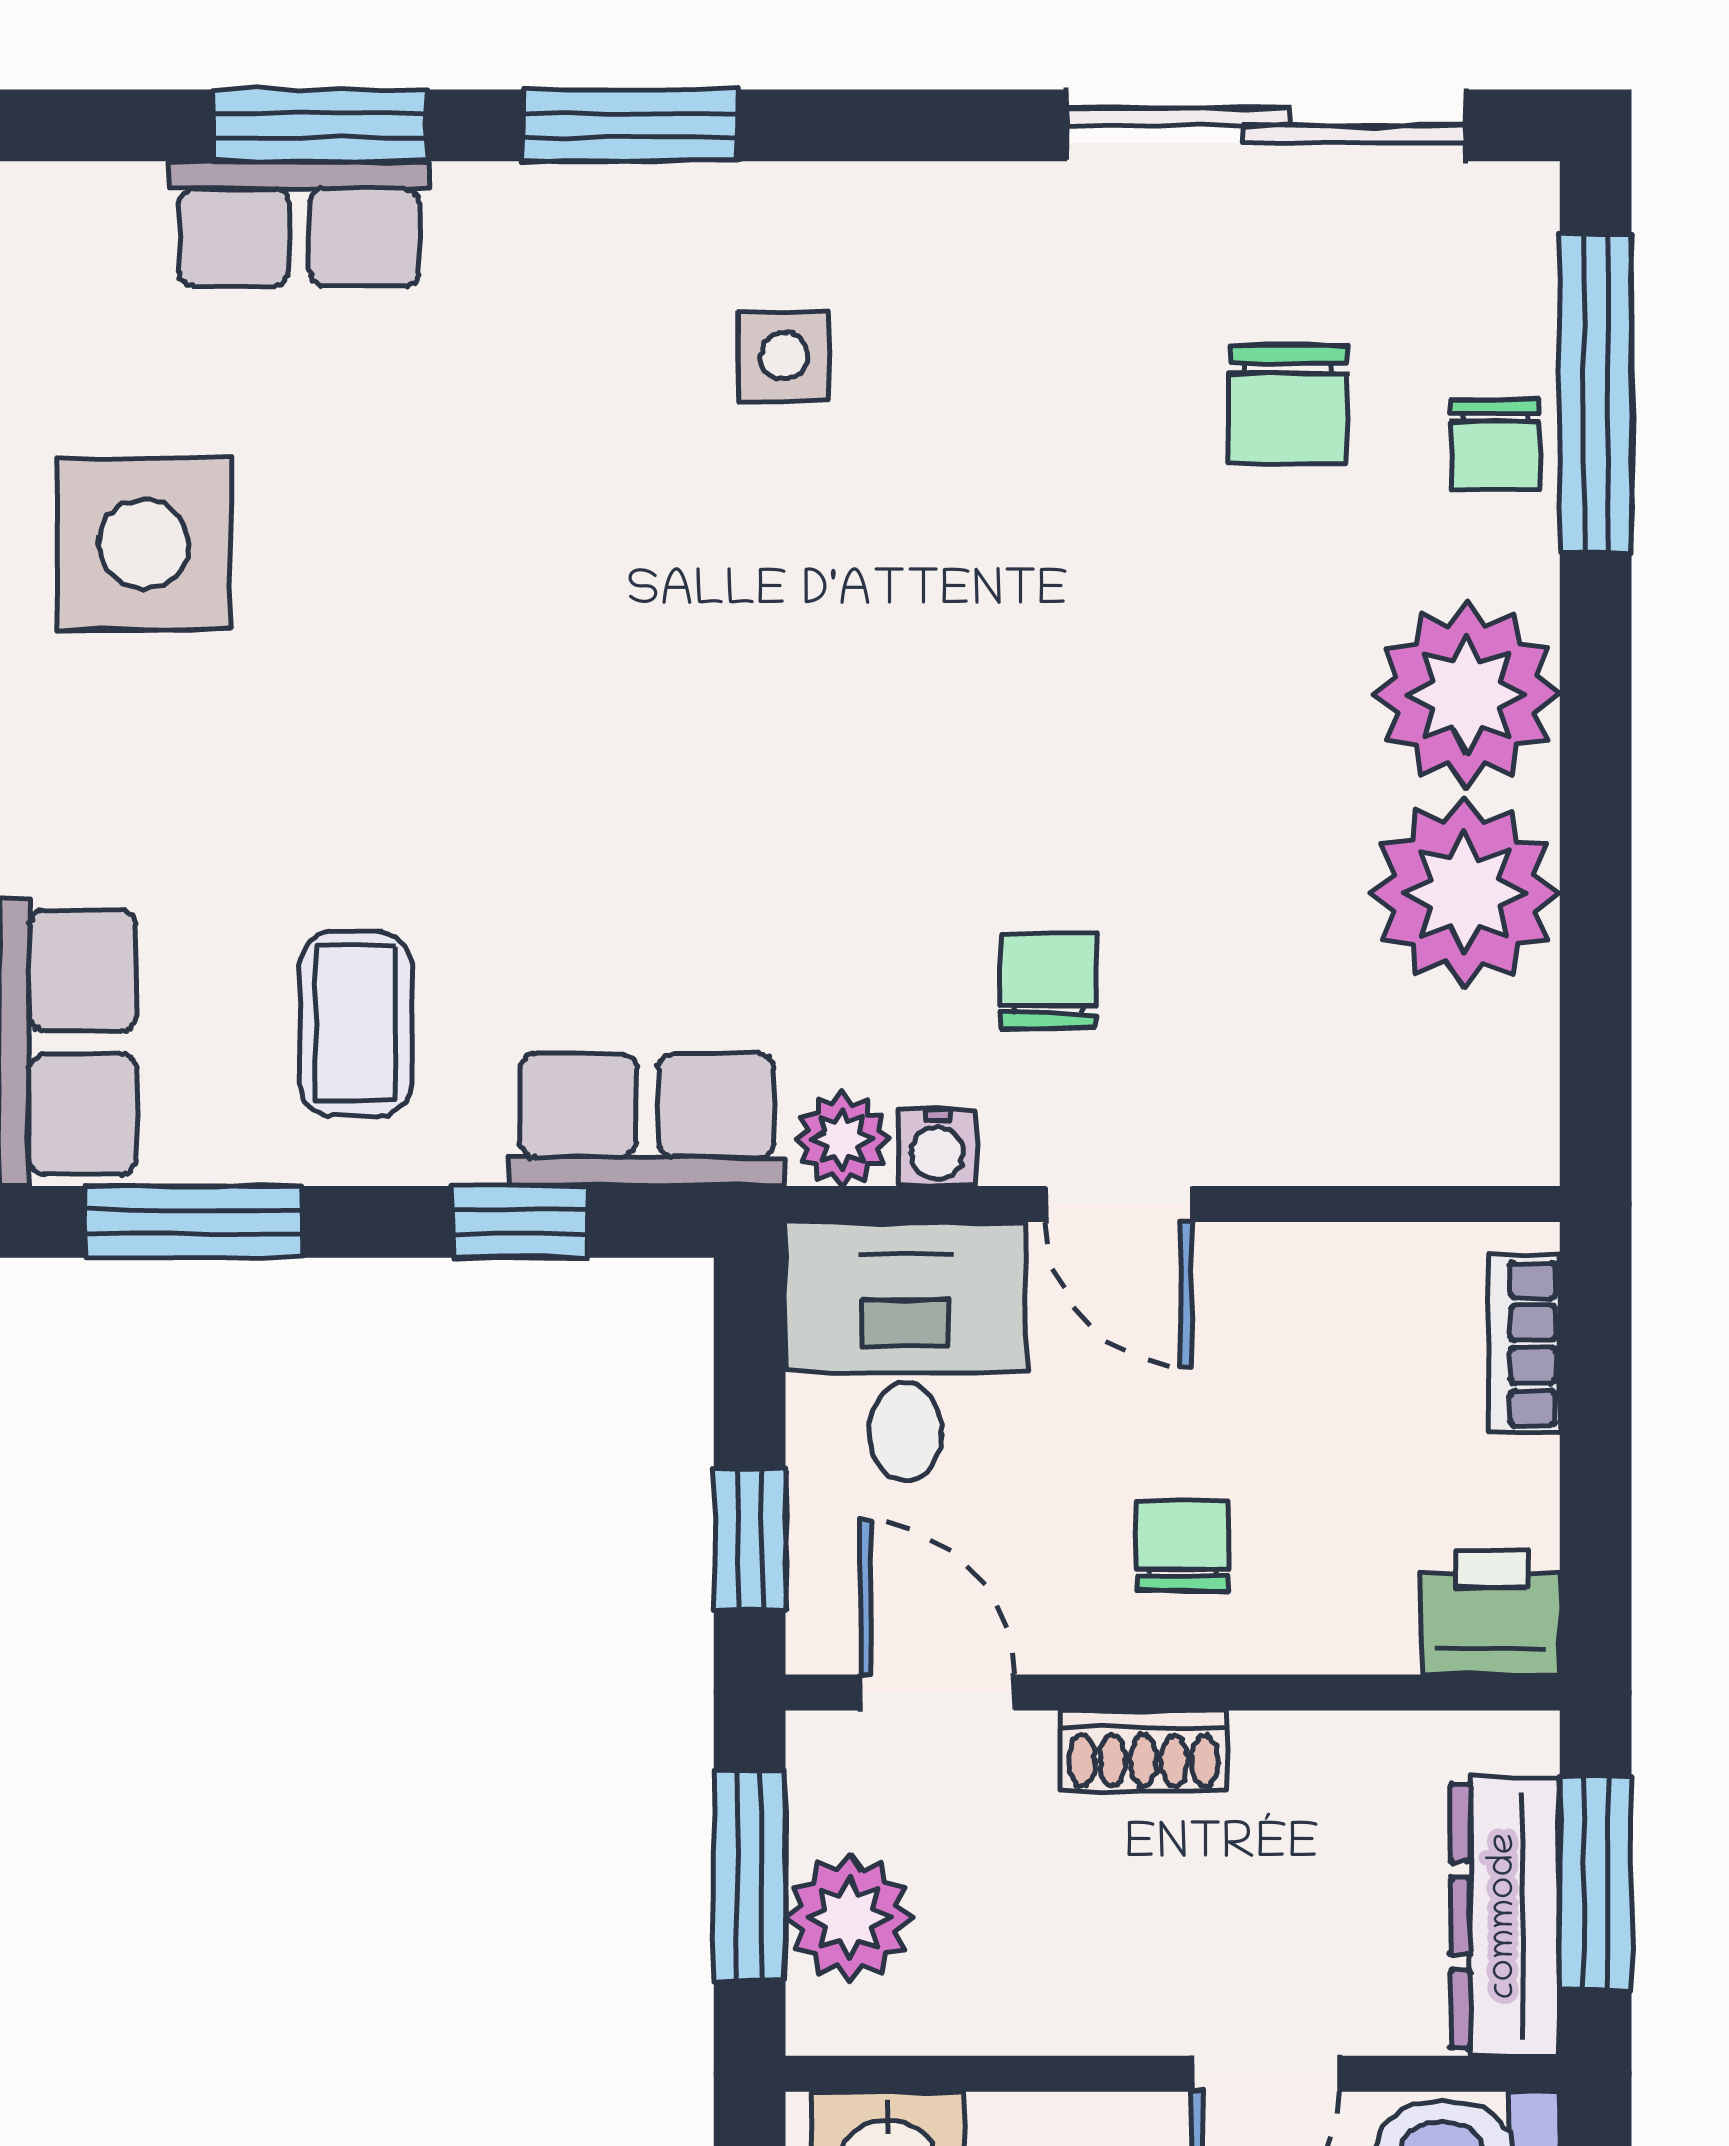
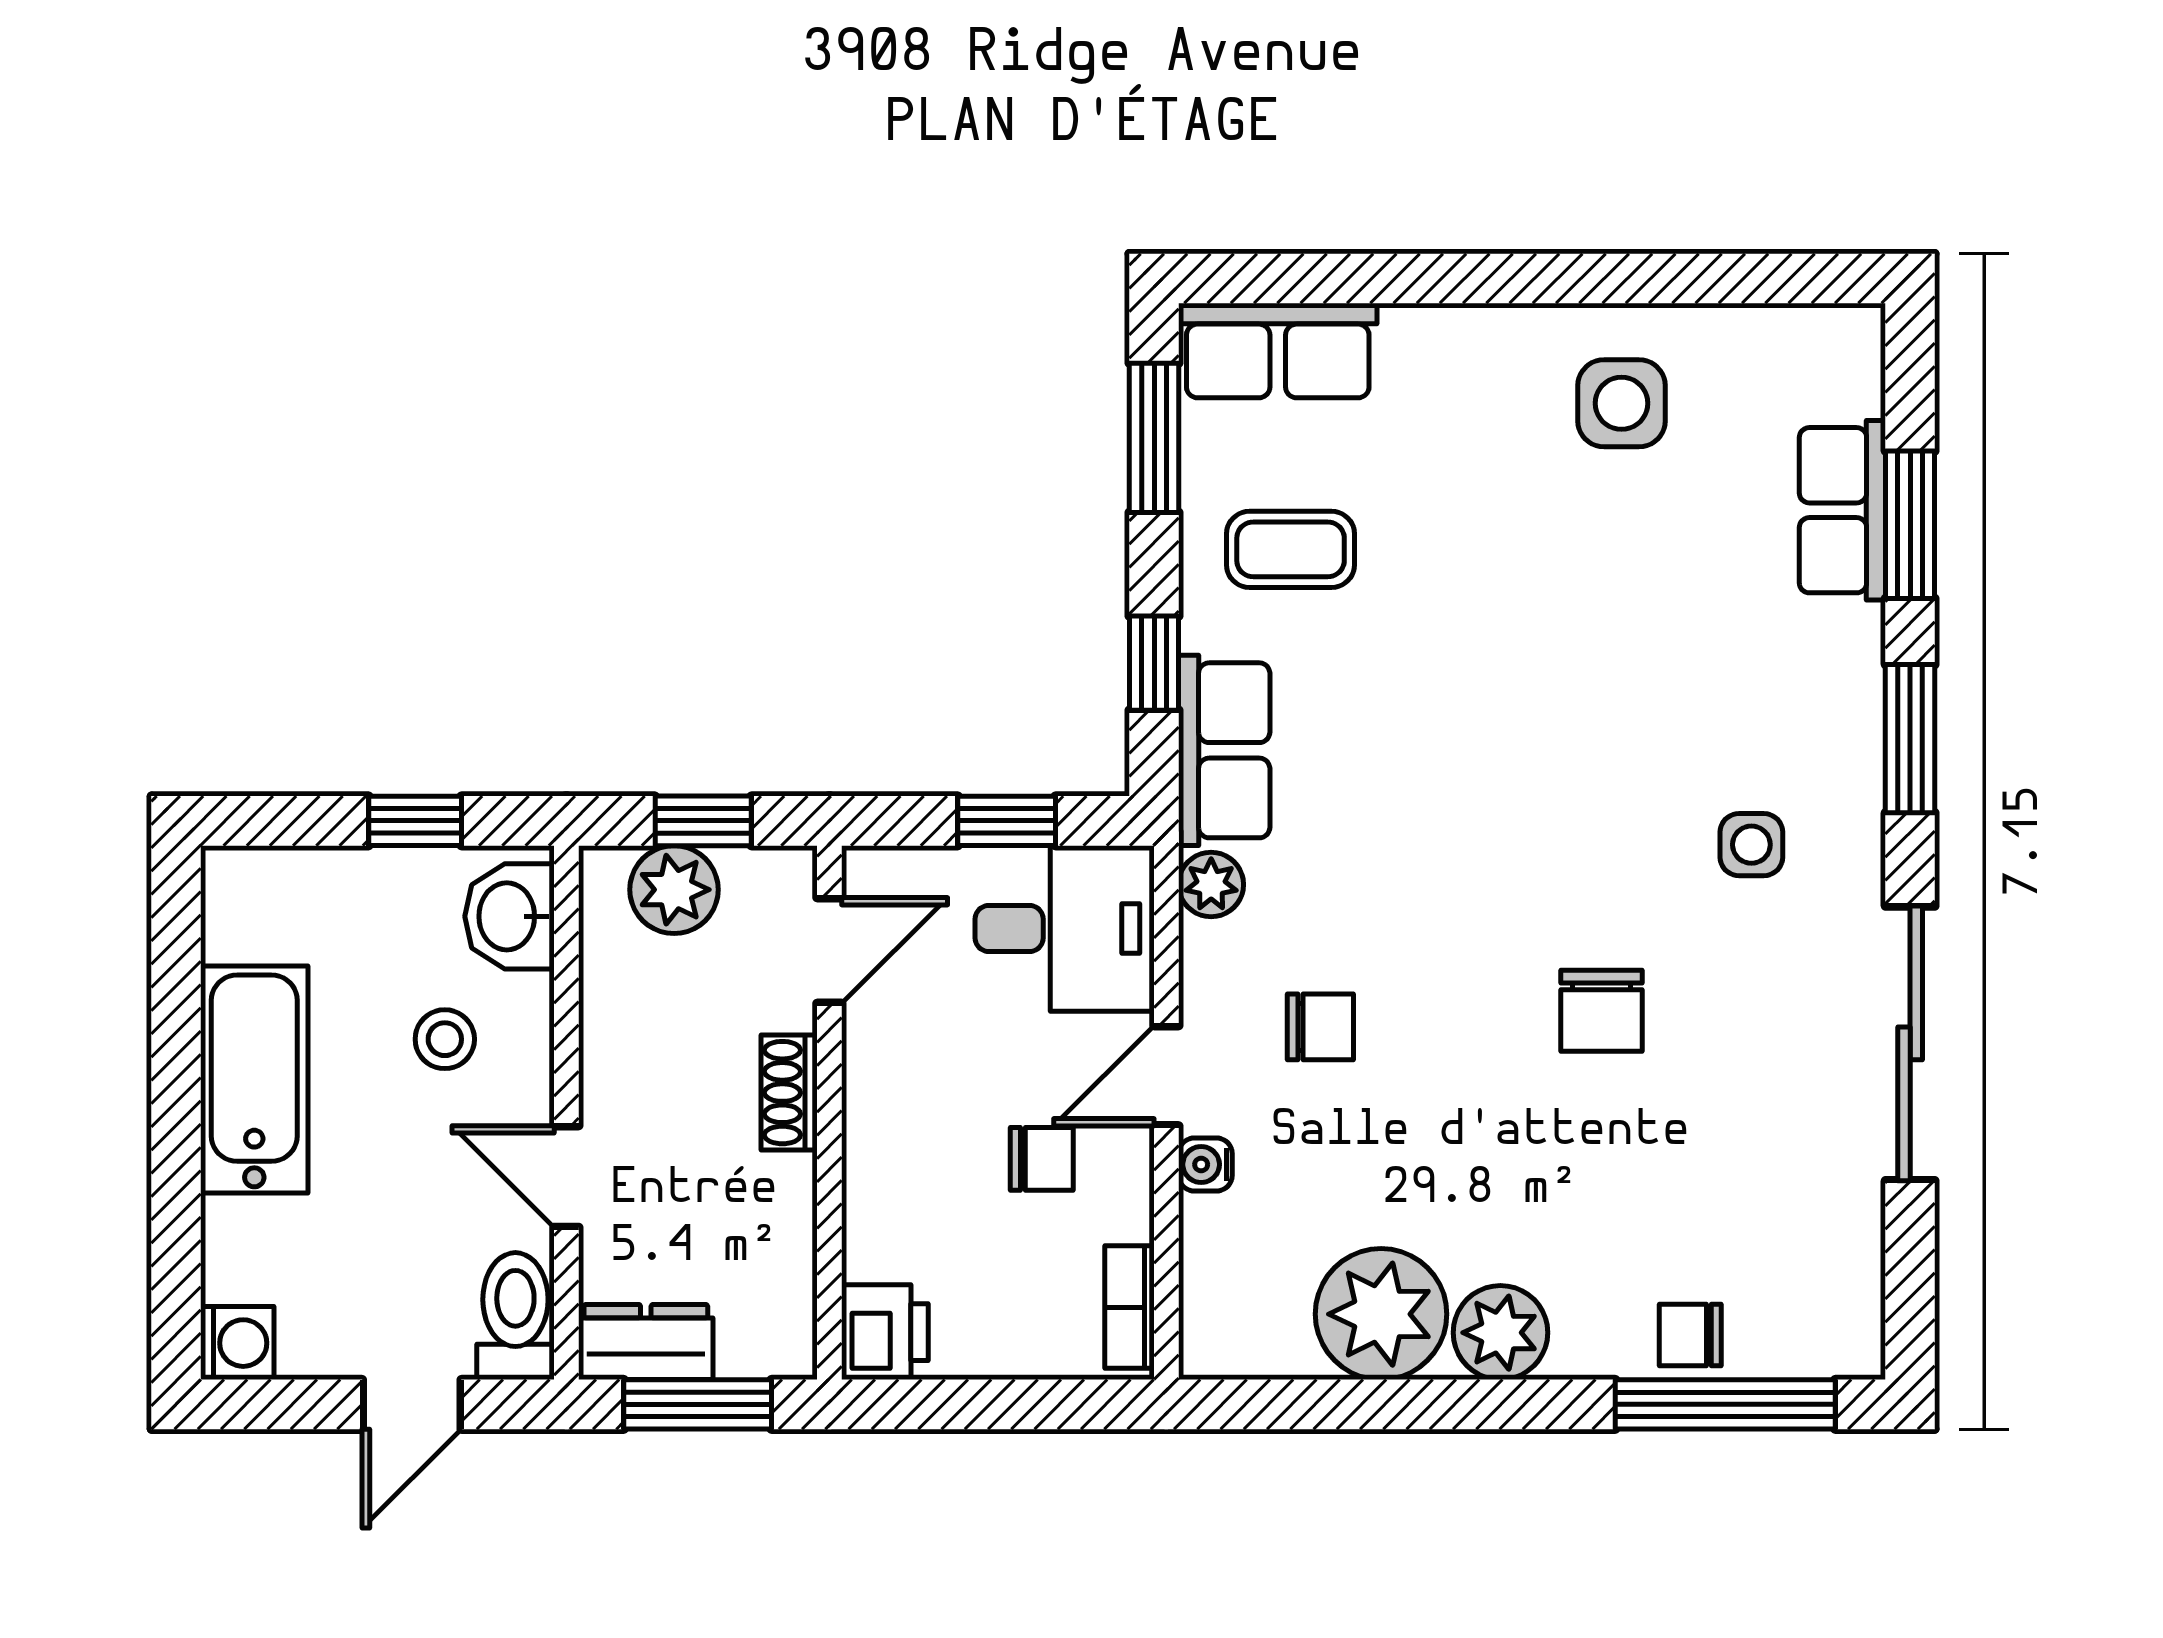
sliding door: (1266, 125) -> (1910, 1043), moved
chair: (1288, 404) -> (1601, 1011), moved, turned -90
side table: (144, 544) -> (1621, 403), width x0.73, depth x0.73
plant: (1467, 695) -> (1500, 1333), width x0.73, depth x0.73
water cooler: (937, 1147) -> (1205, 1164), moved
bookcase: (1524, 1344) -> (1129, 1307), moved, turned -90
window: (750, 1540) -> (1007, 821), moved
chair: (1183, 1546) -> (1042, 1159), moved
window: (750, 1876) -> (703, 821), width x0.67
dresser: (1505, 1916) -> (646, 1342), width x0.70

